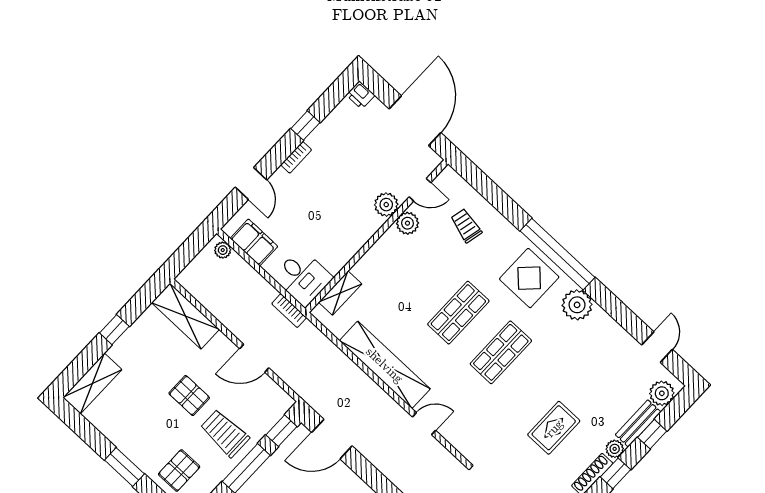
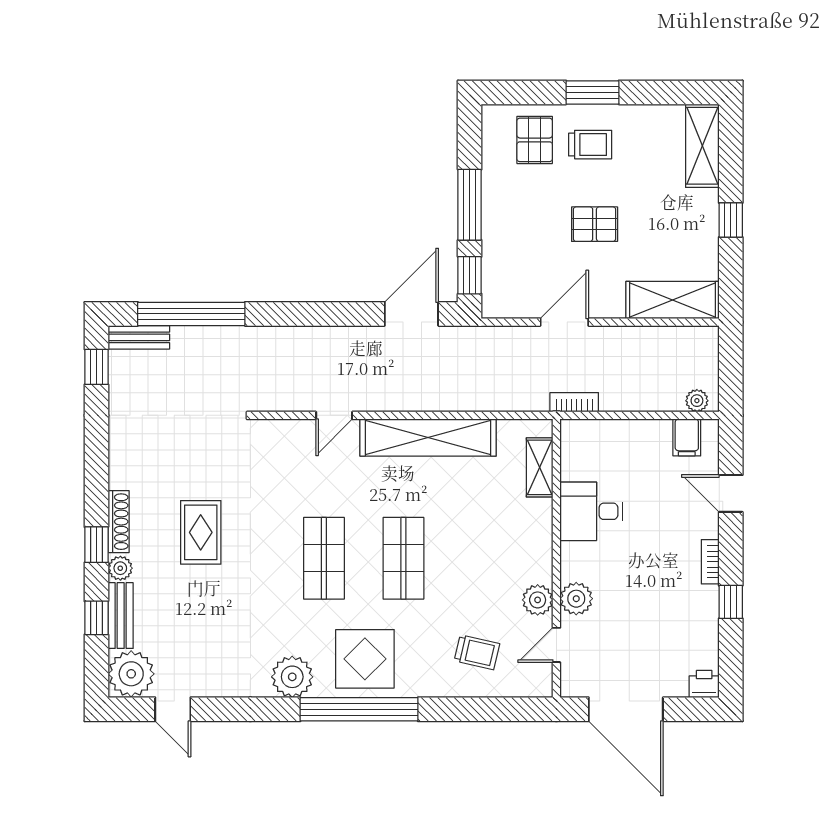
filing cabinet: (254, 242) -> (687, 437), width x0.50
desk: (303, 277) -> (591, 511), moved
plant: (662, 393) -> (131, 674), width x1.36, depth x1.36
trolley: (225, 433) -> (590, 145), moved, width x0.73, depth x0.72

